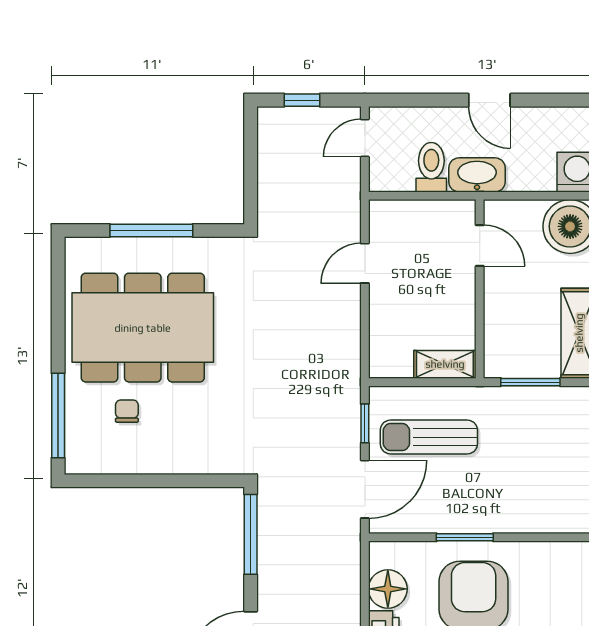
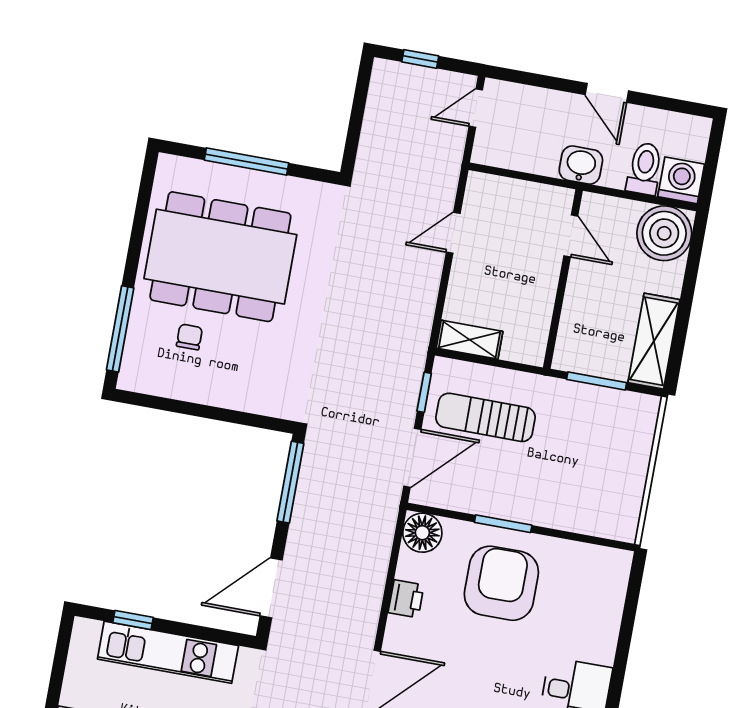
toilet: (431, 167) -> (645, 169), moved
washbasin: (477, 175) -> (581, 165), width x0.72
shelving: (445, 364) -> (469, 340), moved
floor lamp: (388, 589) -> (422, 533), moved

